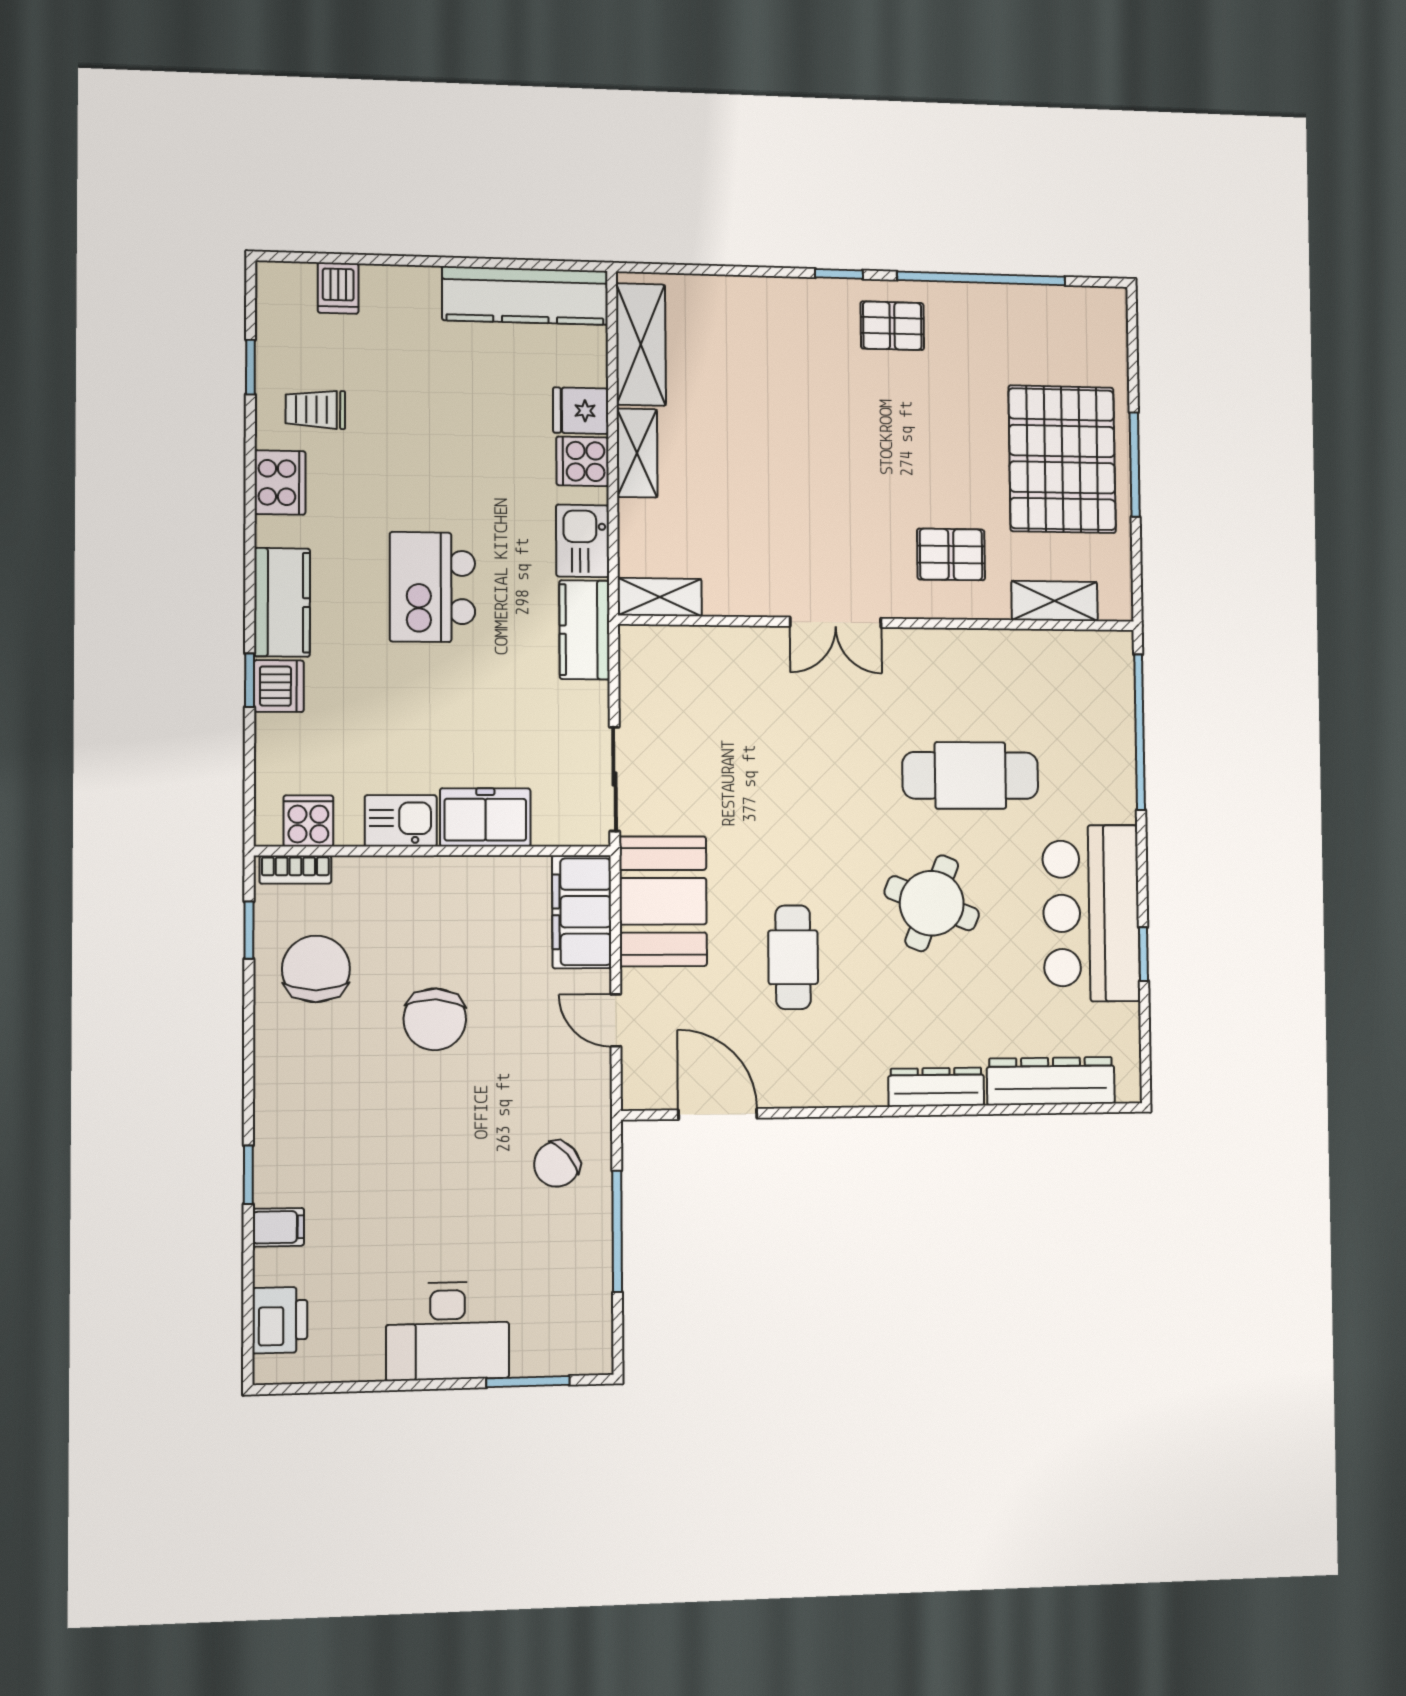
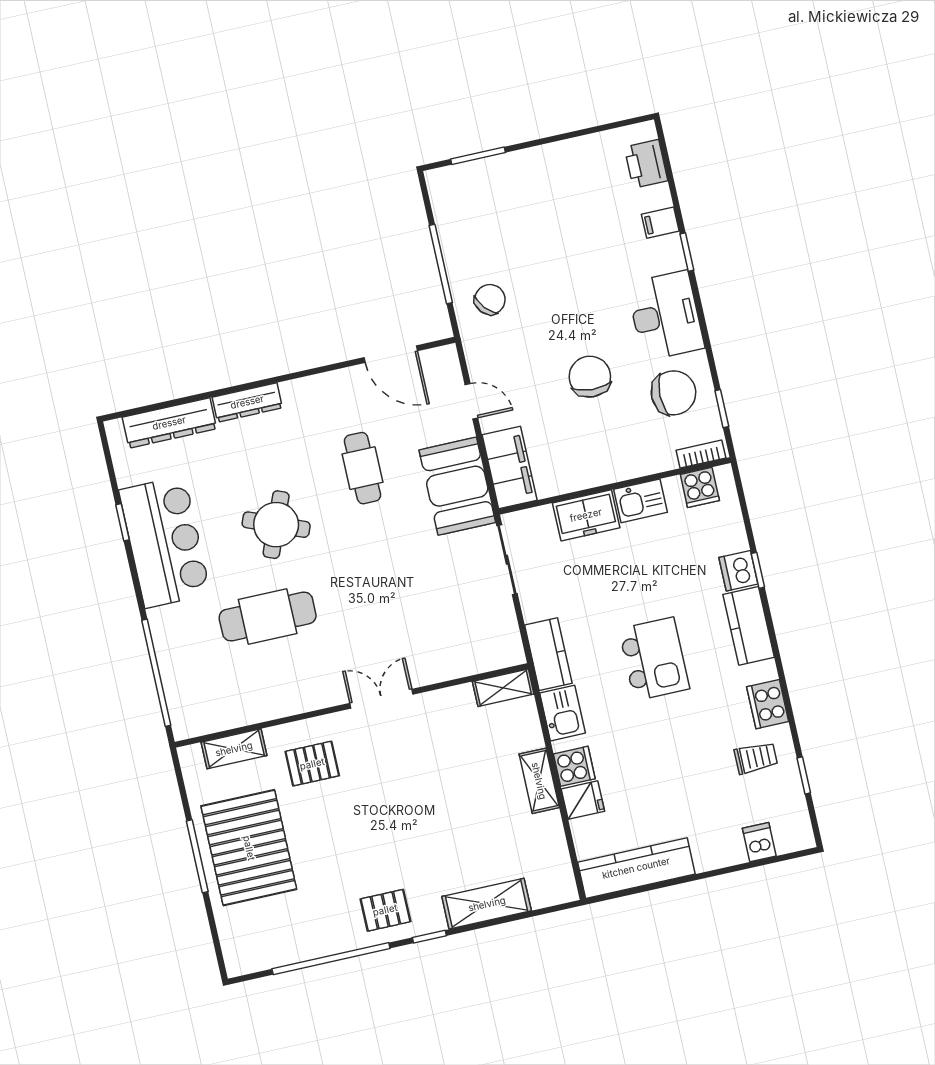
shelving: (641, 345) -> (487, 904), moved, turned 90
chair: (316, 969) -> (673, 393), turned -90
desk: (448, 1331) -> (666, 316), moved, turned 90

